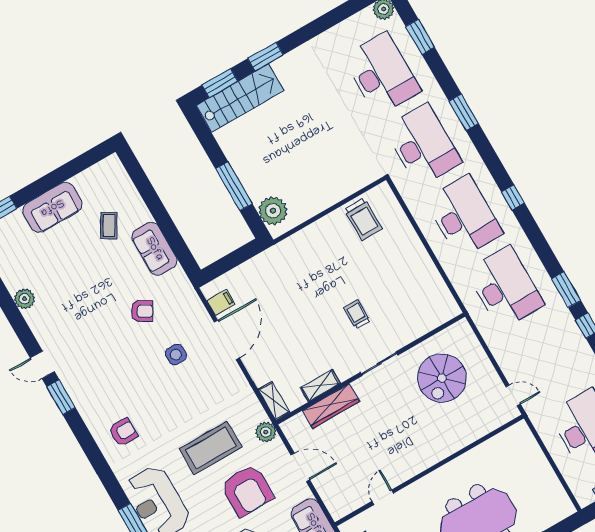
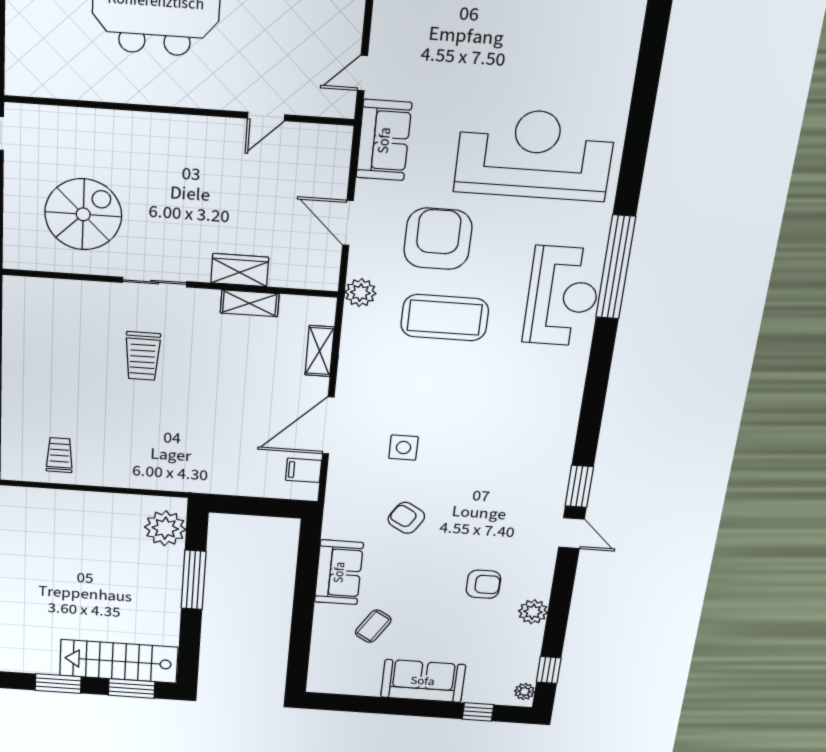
trolley: (363, 219) -> (59, 455), width x0.73, depth x0.72
trolley: (357, 314) -> (143, 356), width x1.36, depth x1.39
shelving: (274, 401) -> (320, 351), moved
wardrobe: (331, 406) -> (240, 270), width x0.67
armchair: (123, 432) -> (483, 584), moved, turned 180

